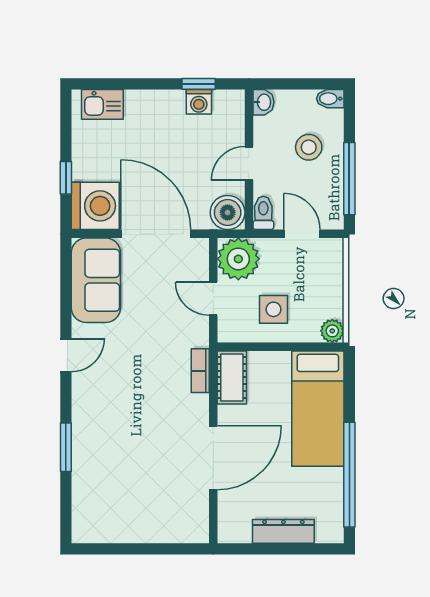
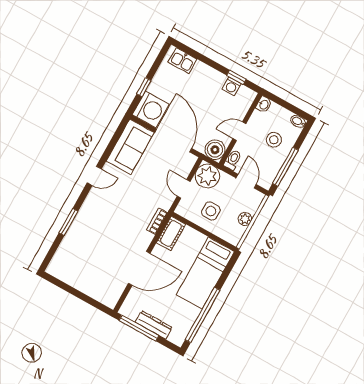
plant: (332, 331) -> (245, 219), moved
window: (264, 549) -> (139, 328), added

